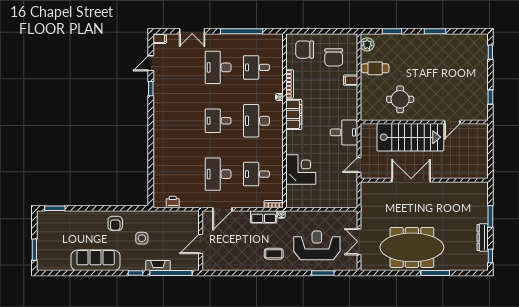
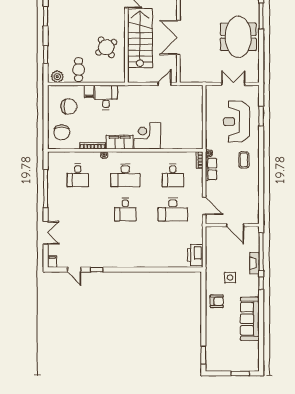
desk: (218, 67) -> (78, 210), removed
round table: (400, 99) -> (106, 47), turned -34
desk: (344, 132) -> (106, 97), moved
door: (359, 165) -> (165, 84), swing flipped
corner desk: (301, 169) -> (147, 136), moved
printer: (173, 202) -> (195, 255), width x1.87, depth x1.48
double door: (359, 242) -> (233, 84), swing flipped
meeting table: (412, 247) -> (238, 37), width x0.73

